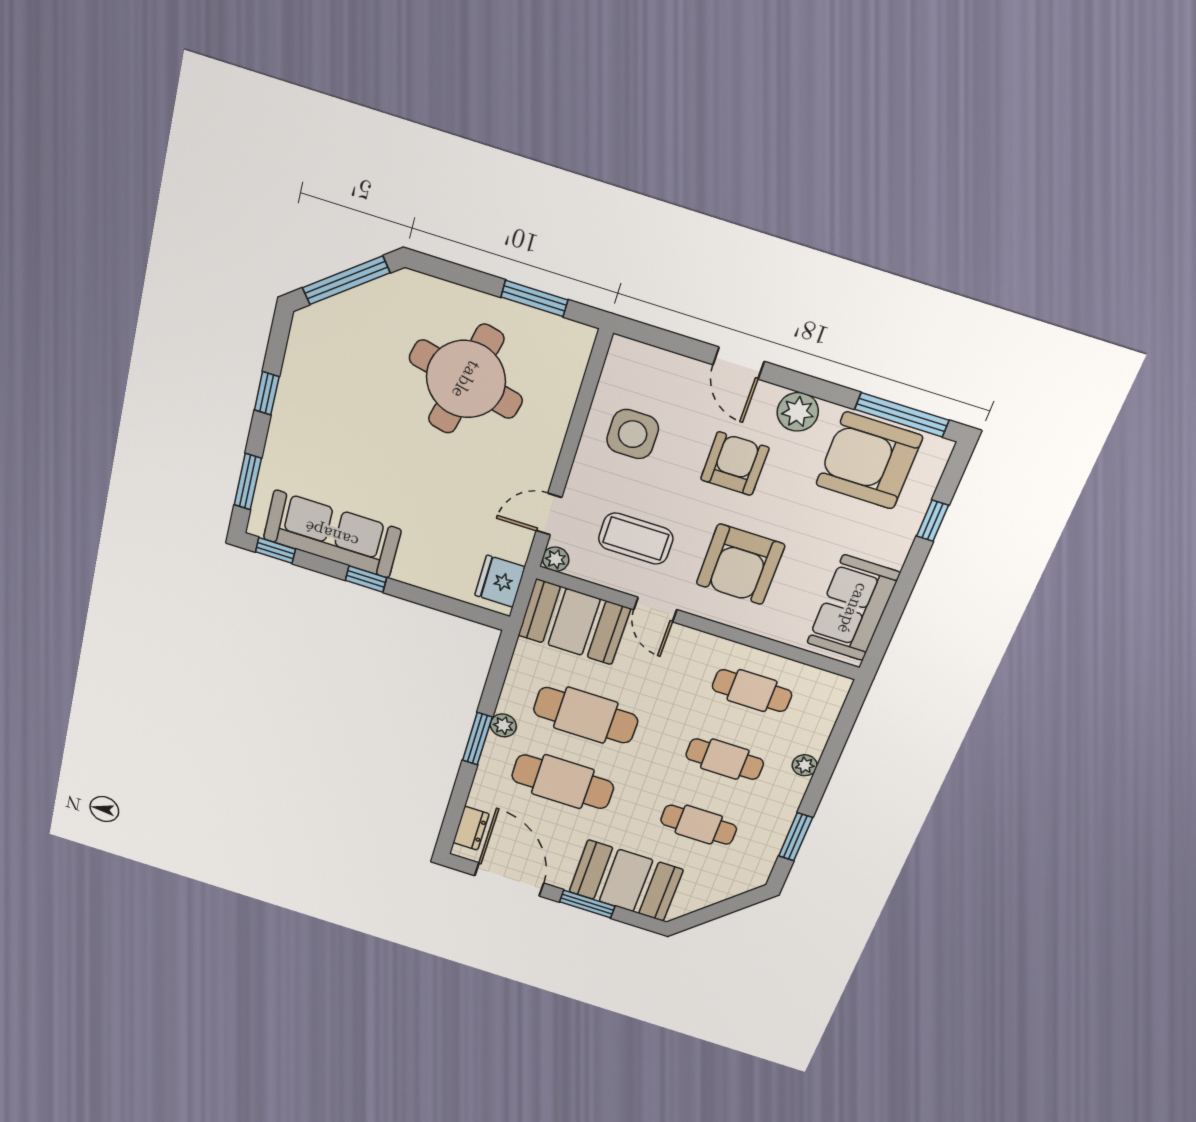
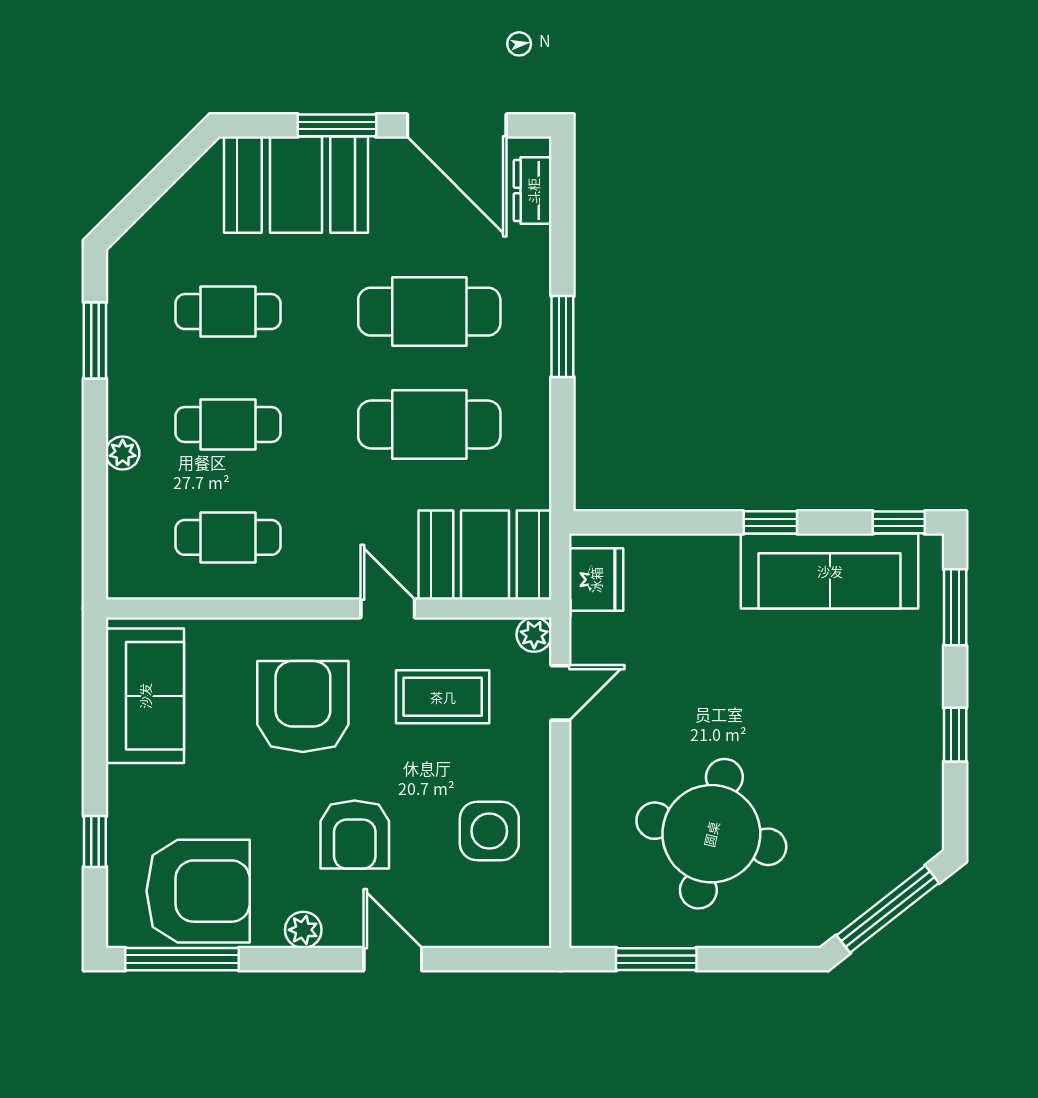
plant: (798, 412) -> (303, 930), width x0.73, depth x0.73
plant: (503, 725) -> (533, 370), removed

